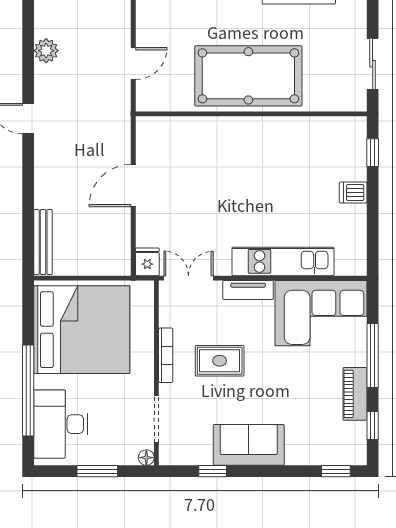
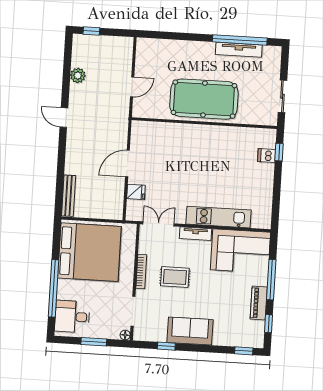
dishwasher: (353, 193) -> (267, 156), moved
fridge: (147, 262) -> (136, 192), moved, turned 90
desk: (61, 424) -> (72, 317), width x0.73

